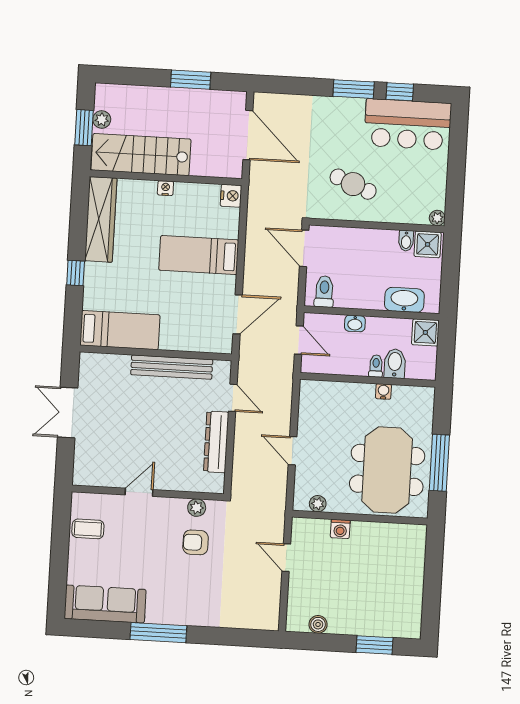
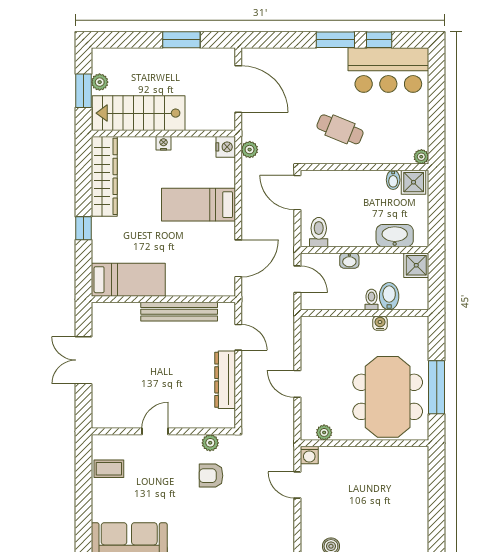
plant: (256, 200) -> (250, 150), added
washing machine: (340, 529) -> (309, 455), moved

